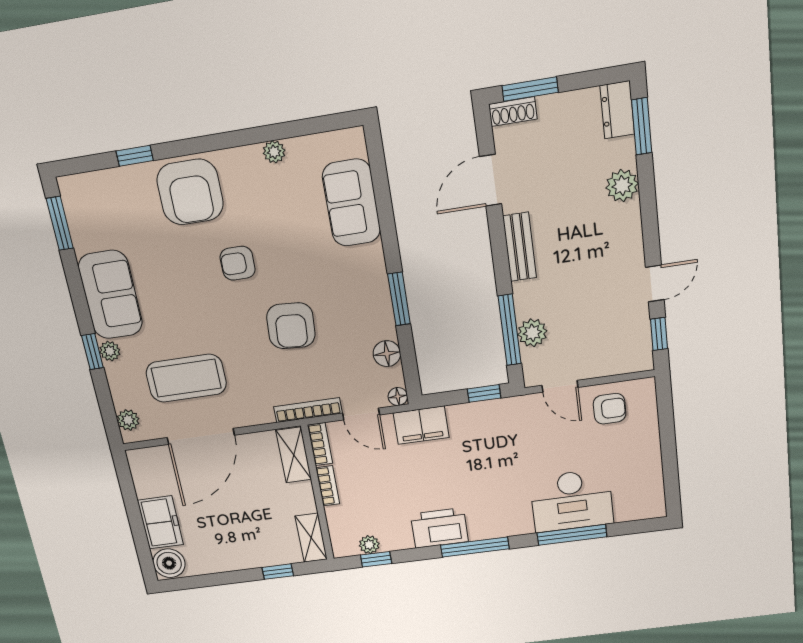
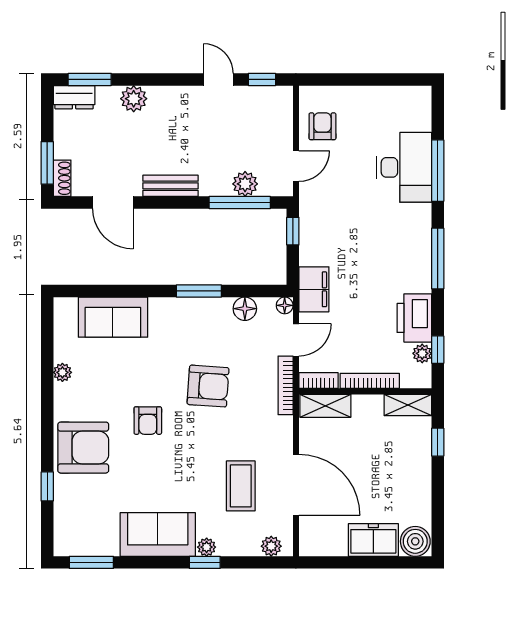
coffee table: (186, 378) -> (241, 486), width x0.73, depth x0.76
bookcase: (328, 486) -> (370, 381), width x1.56
printer: (439, 528) -> (414, 318), moved

